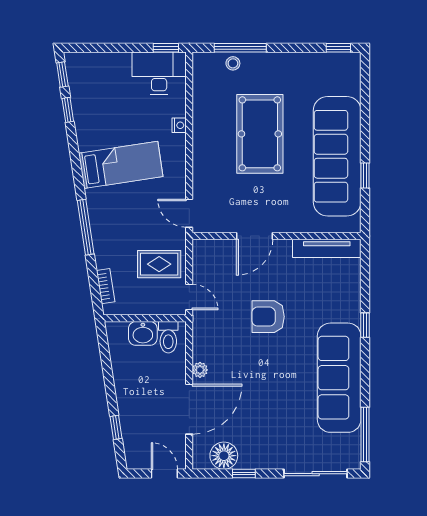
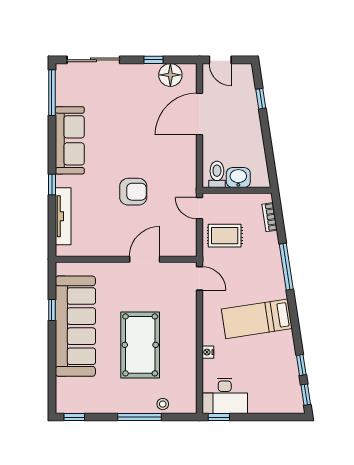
window: (240, 48) -> (140, 417), moved
tv unit: (327, 248) -> (63, 216), moved, turned 90
plant: (200, 370) -> (190, 147), removed
sofa: (339, 378) -> (70, 140), width x0.74, depth x0.79

